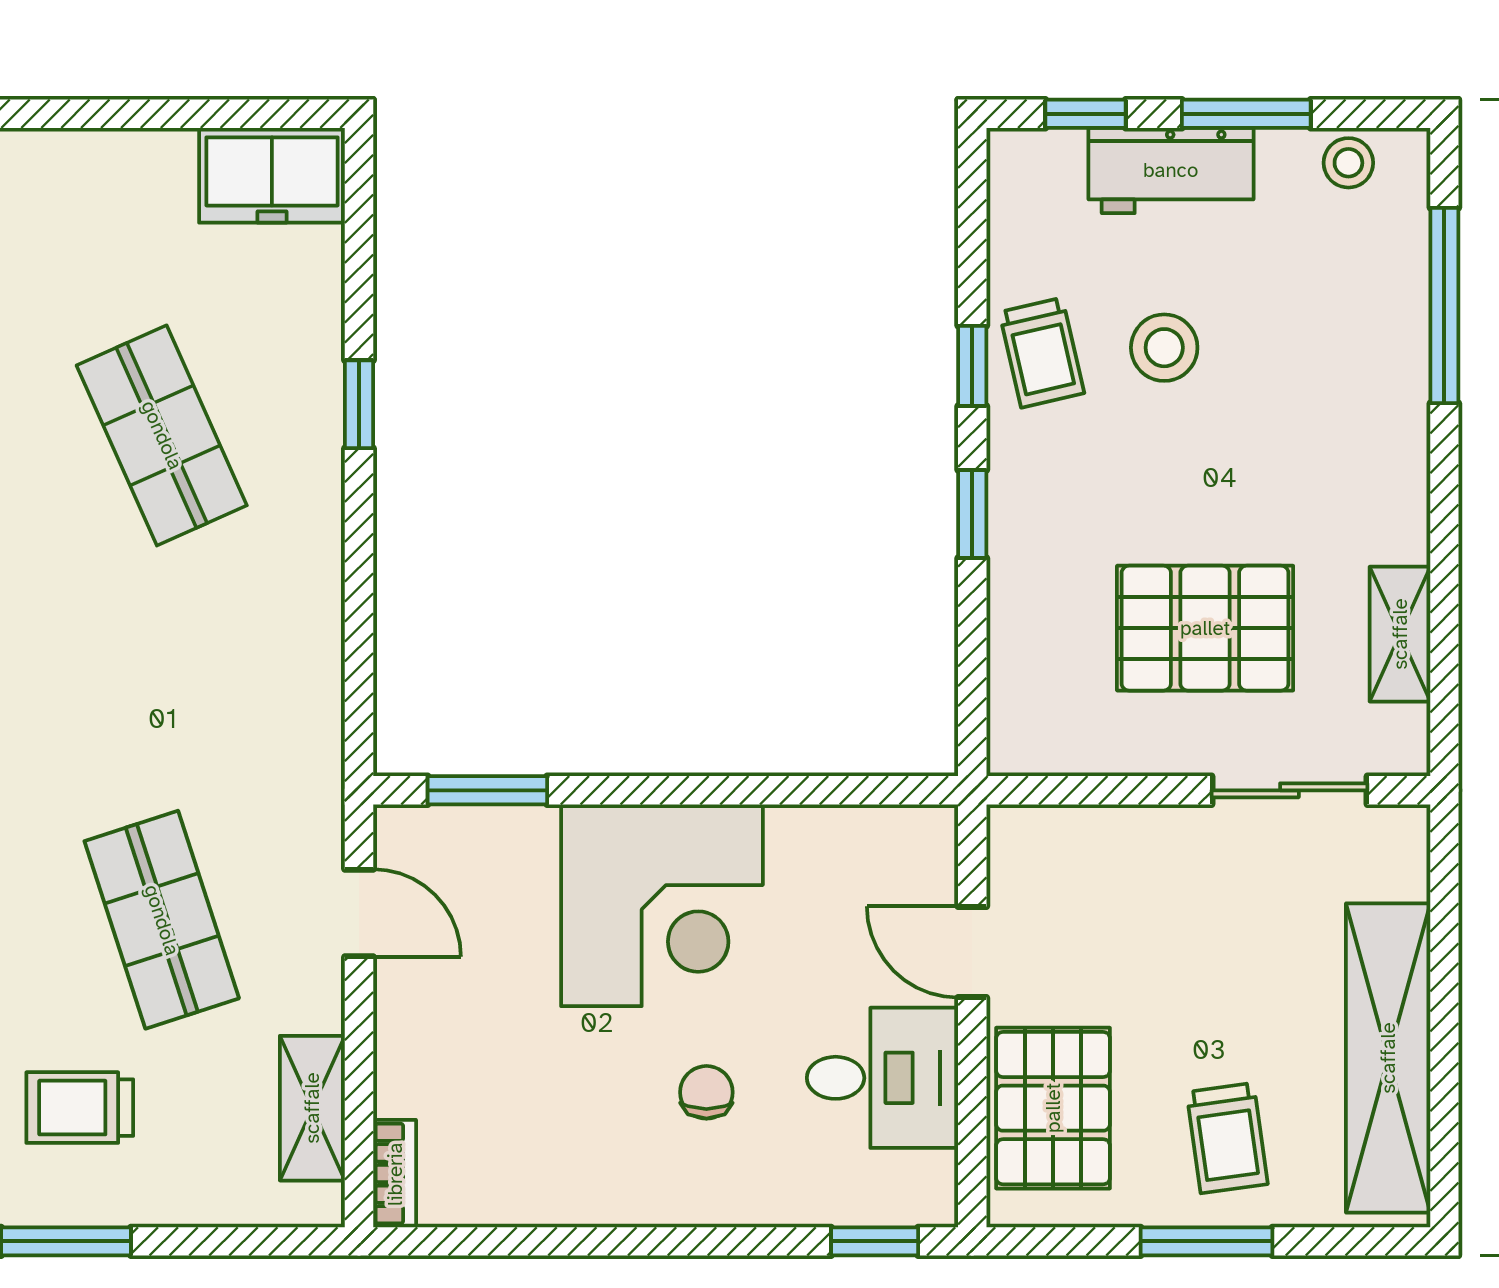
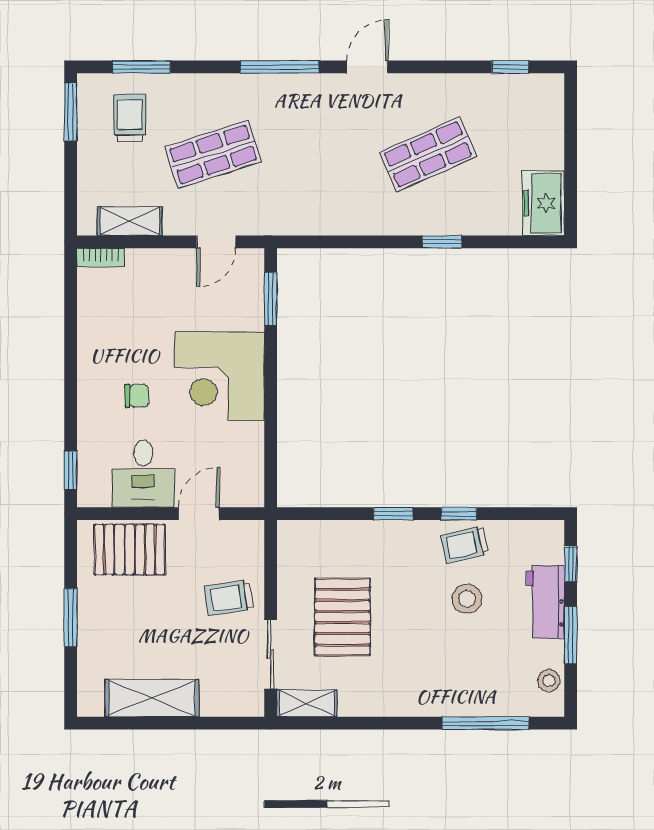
shelving: (1400, 634) -> (307, 703), moved
shelving: (1388, 1058) -> (152, 698), width x0.68
trolley: (1227, 1138) -> (229, 598), moved

